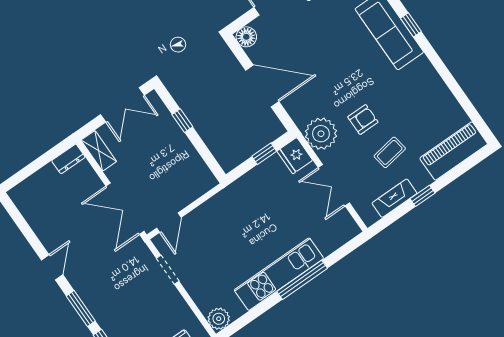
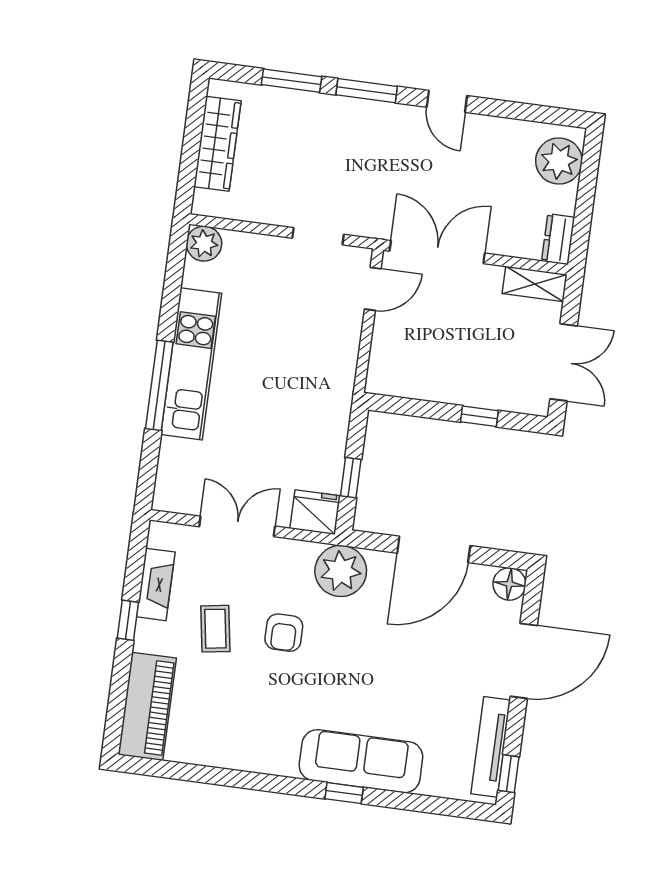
double door: (122, 105) -> (564, 362), swing flipped
plant: (321, 134) -> (341, 571), moved
plant: (32, 191) -> (559, 161), added
door: (169, 223) -> (373, 289), swing flipped

